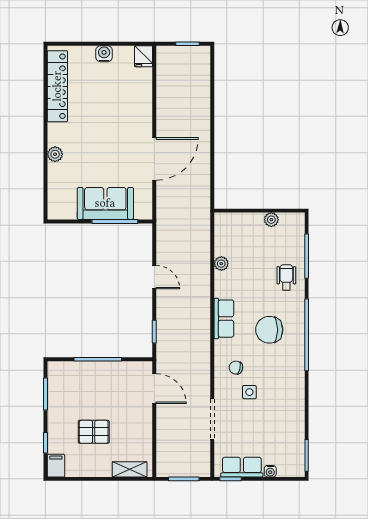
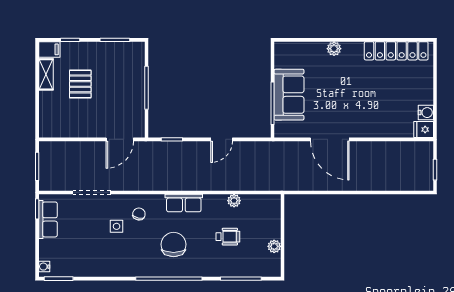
water cooler: (104, 54) -> (426, 113), moved
wheelchair: (286, 277) -> (228, 237), moved
shelving: (130, 469) -> (46, 74), moved
water cooler: (270, 471) -> (44, 267), moved

